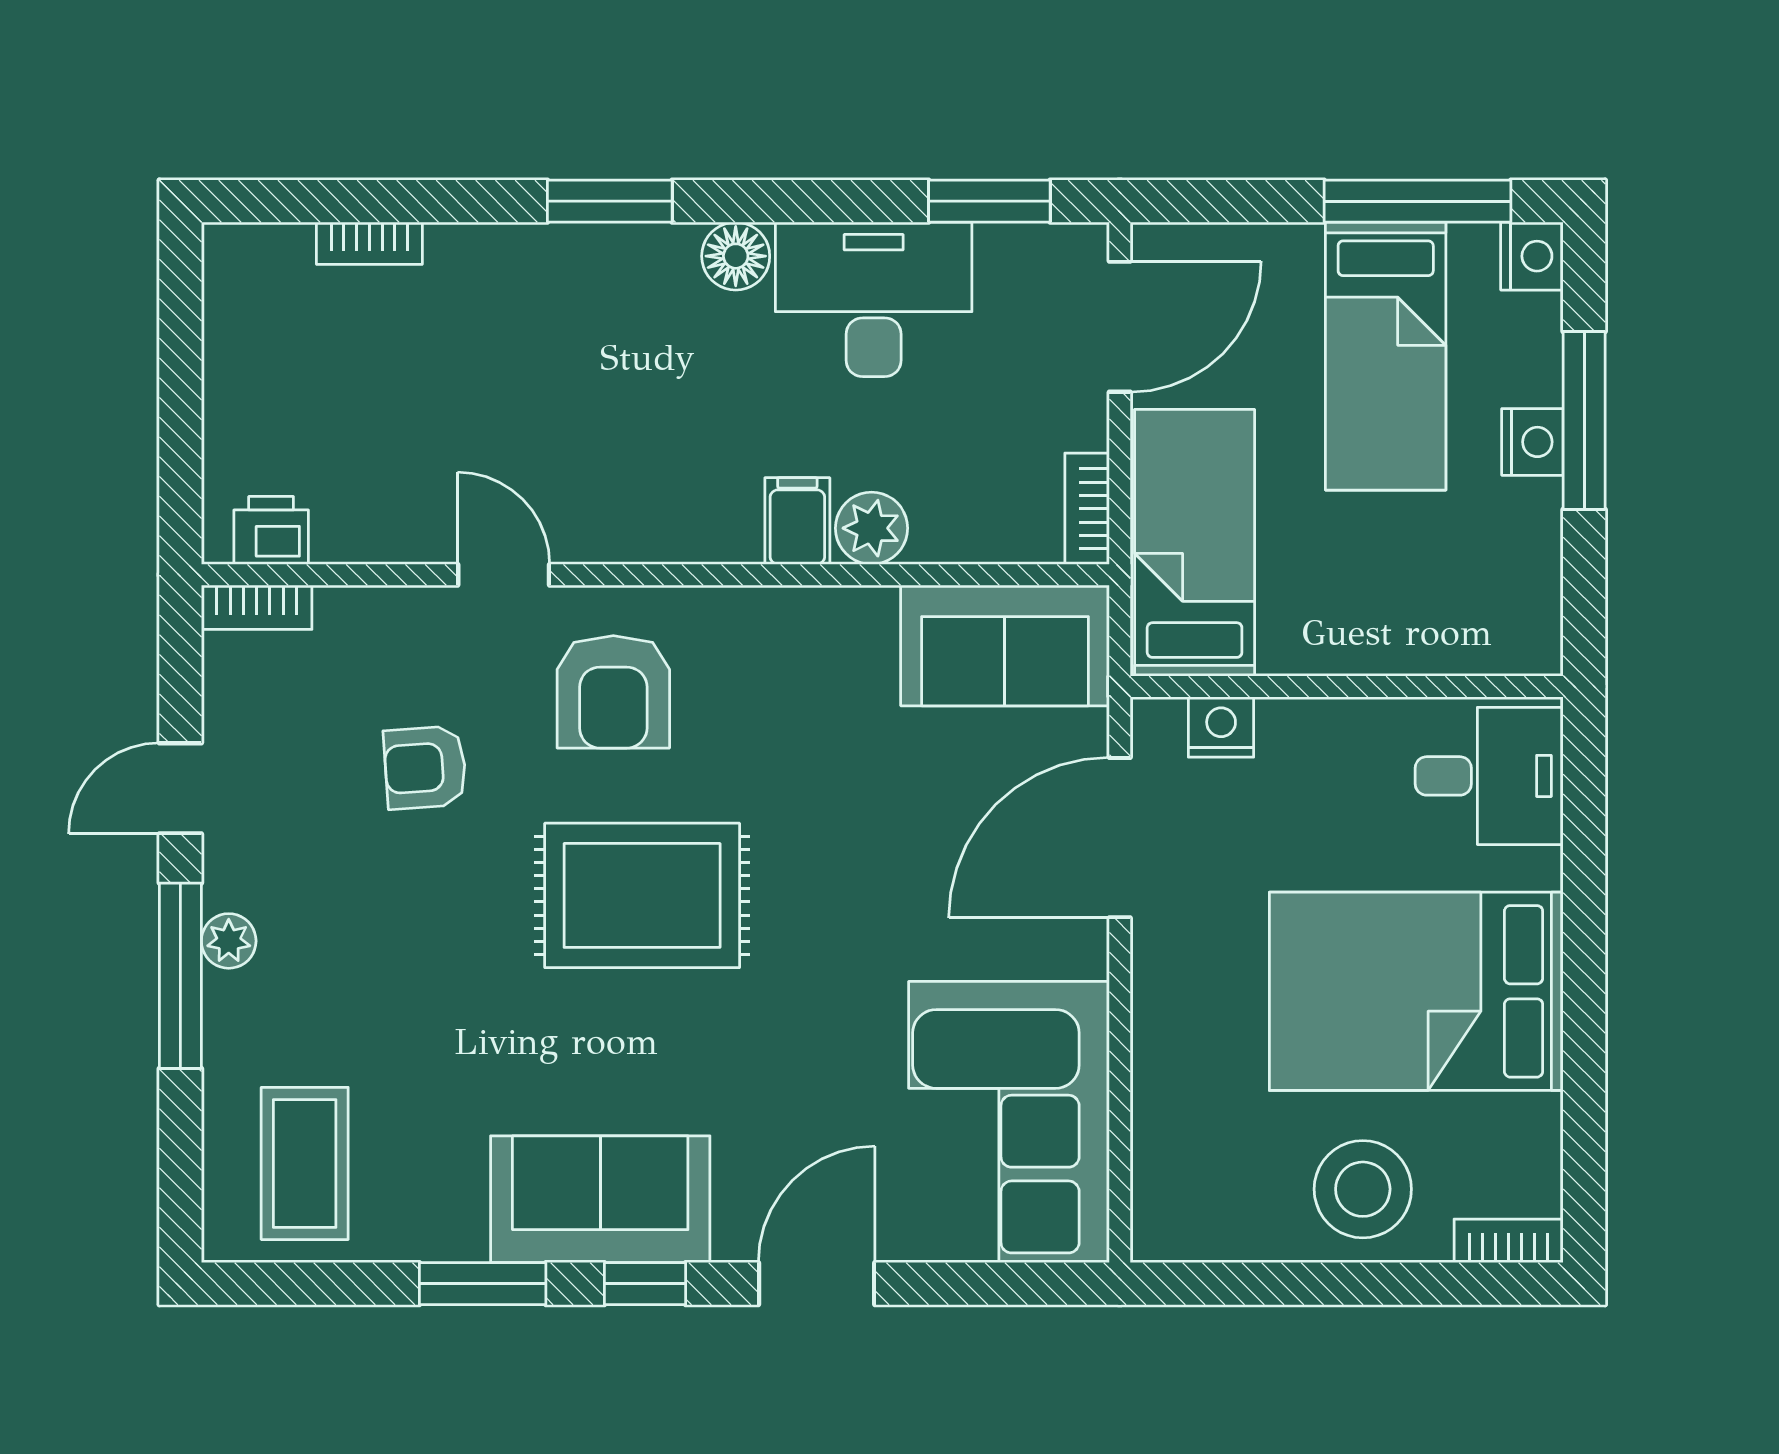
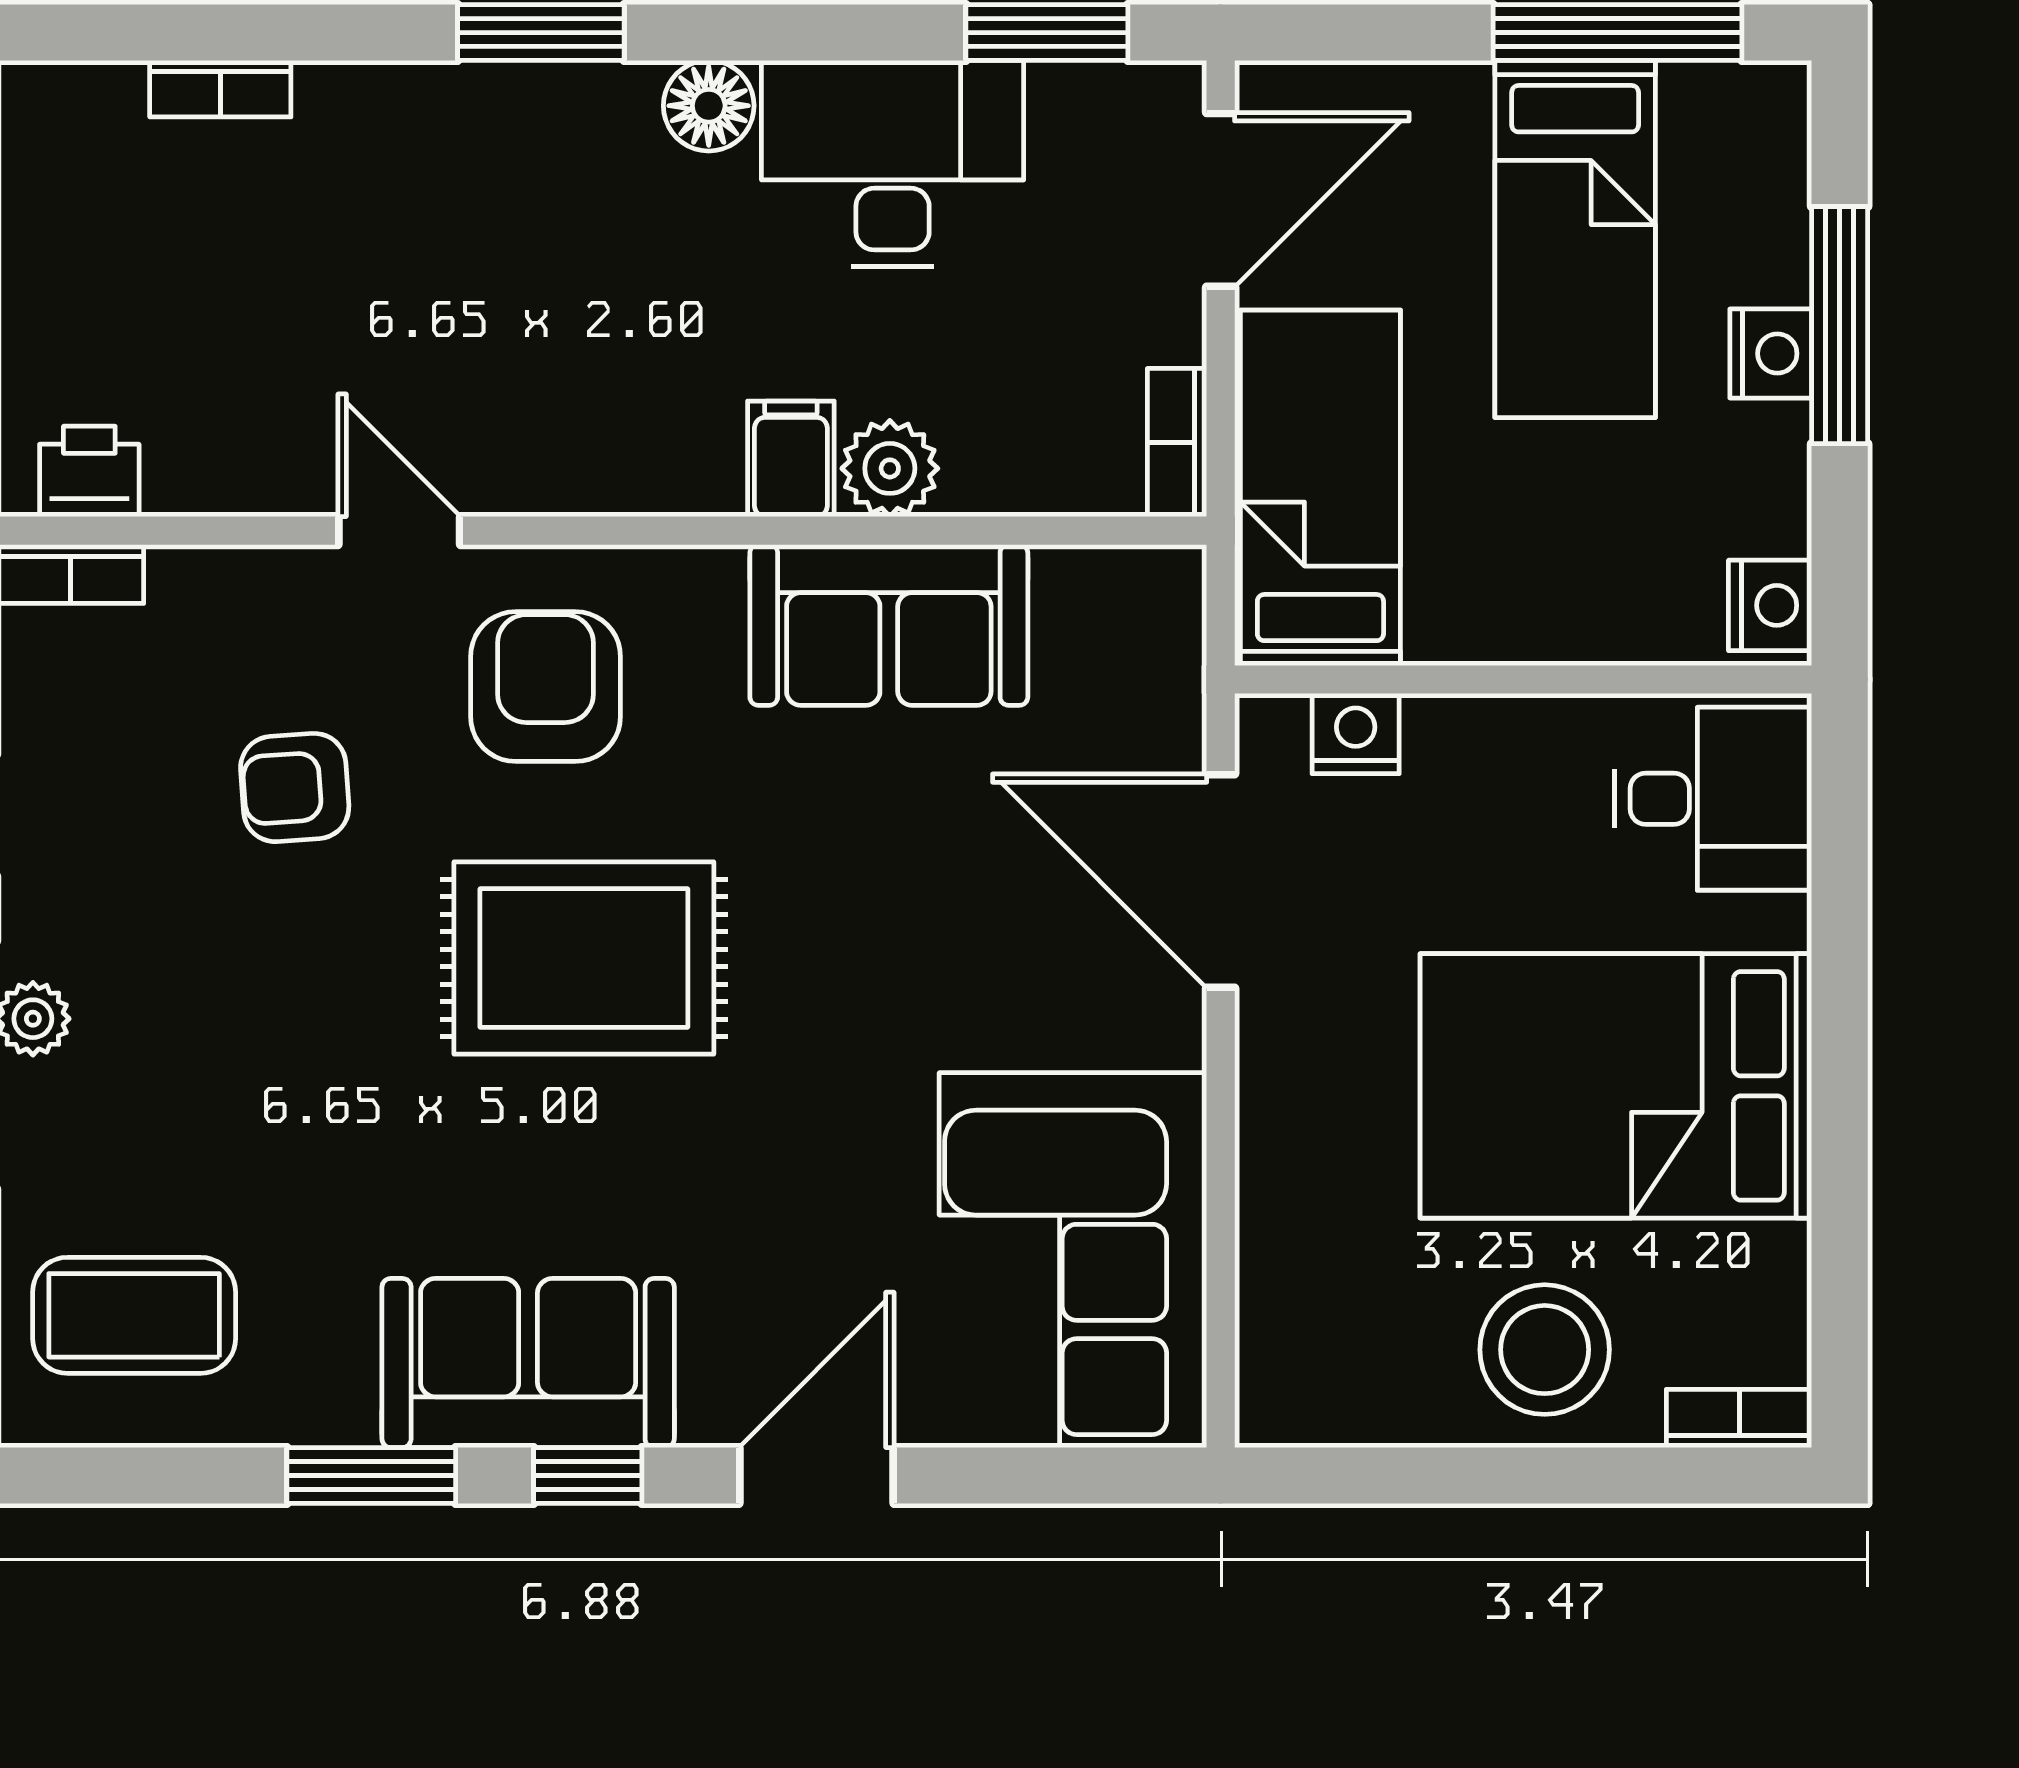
nightstand: (1532, 256) -> (1770, 605), moved
sofa: (1005, 646) -> (889, 625), moved
armchair: (613, 692) -> (546, 687), turned 180
door: (1120, 838) -> (1221, 881), hinge flipped
coffee table: (305, 1163) -> (134, 1315), turned 90

